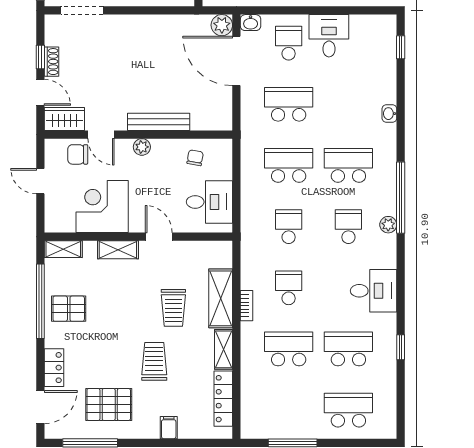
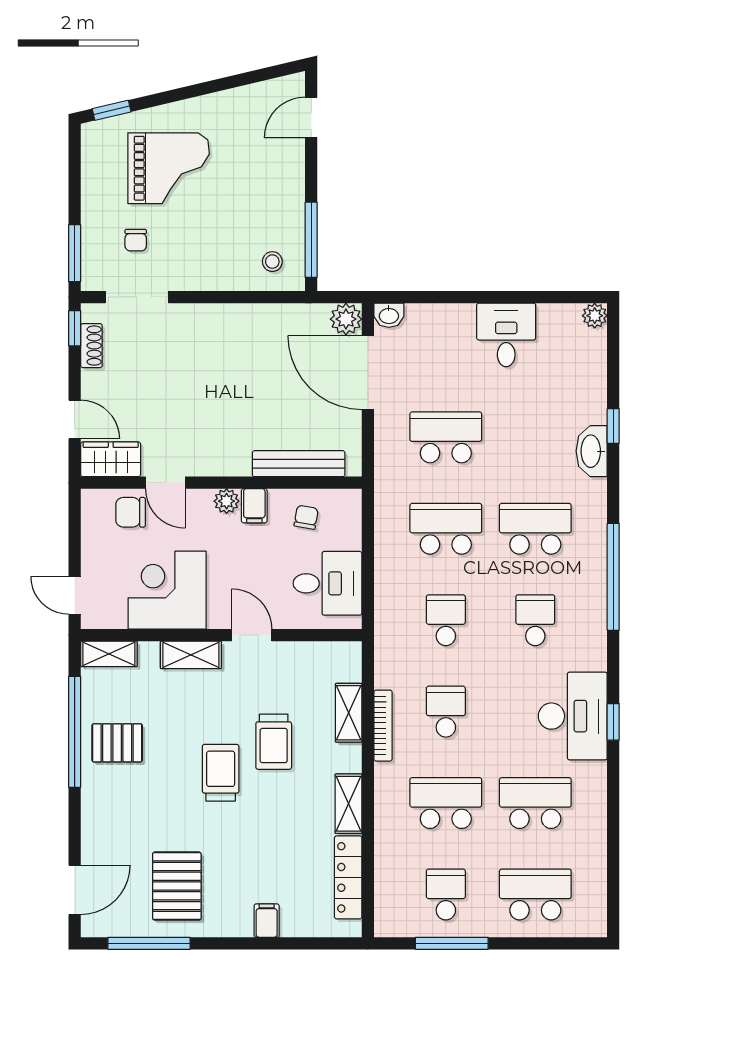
school desk: (289, 43) -> (446, 894), moved
window: (401, 47) -> (613, 426), moved
window: (40, 57) -> (75, 328), moved
shoe rack: (51, 62) -> (91, 346), moved
washbasin: (389, 114) -> (592, 451), width x1.91, depth x1.45
bench: (159, 122) -> (299, 464), moved
filing cabinet: (160, 150) -> (254, 506), added
door: (40, 181) -> (75, 595), moved
plant: (388, 225) -> (595, 316), moved
desk: (374, 291) -> (573, 716), width x1.37
shelving: (221, 298) -> (349, 713), width x0.67, depth x0.75
bookcase: (247, 306) -> (383, 726), width x1.56
window: (401, 347) -> (613, 722), moved
trolley: (154, 361) -> (221, 773), moved
locker: (54, 368) -> (95, 831), removed
pallet: (109, 405) -> (177, 886), turned 90

